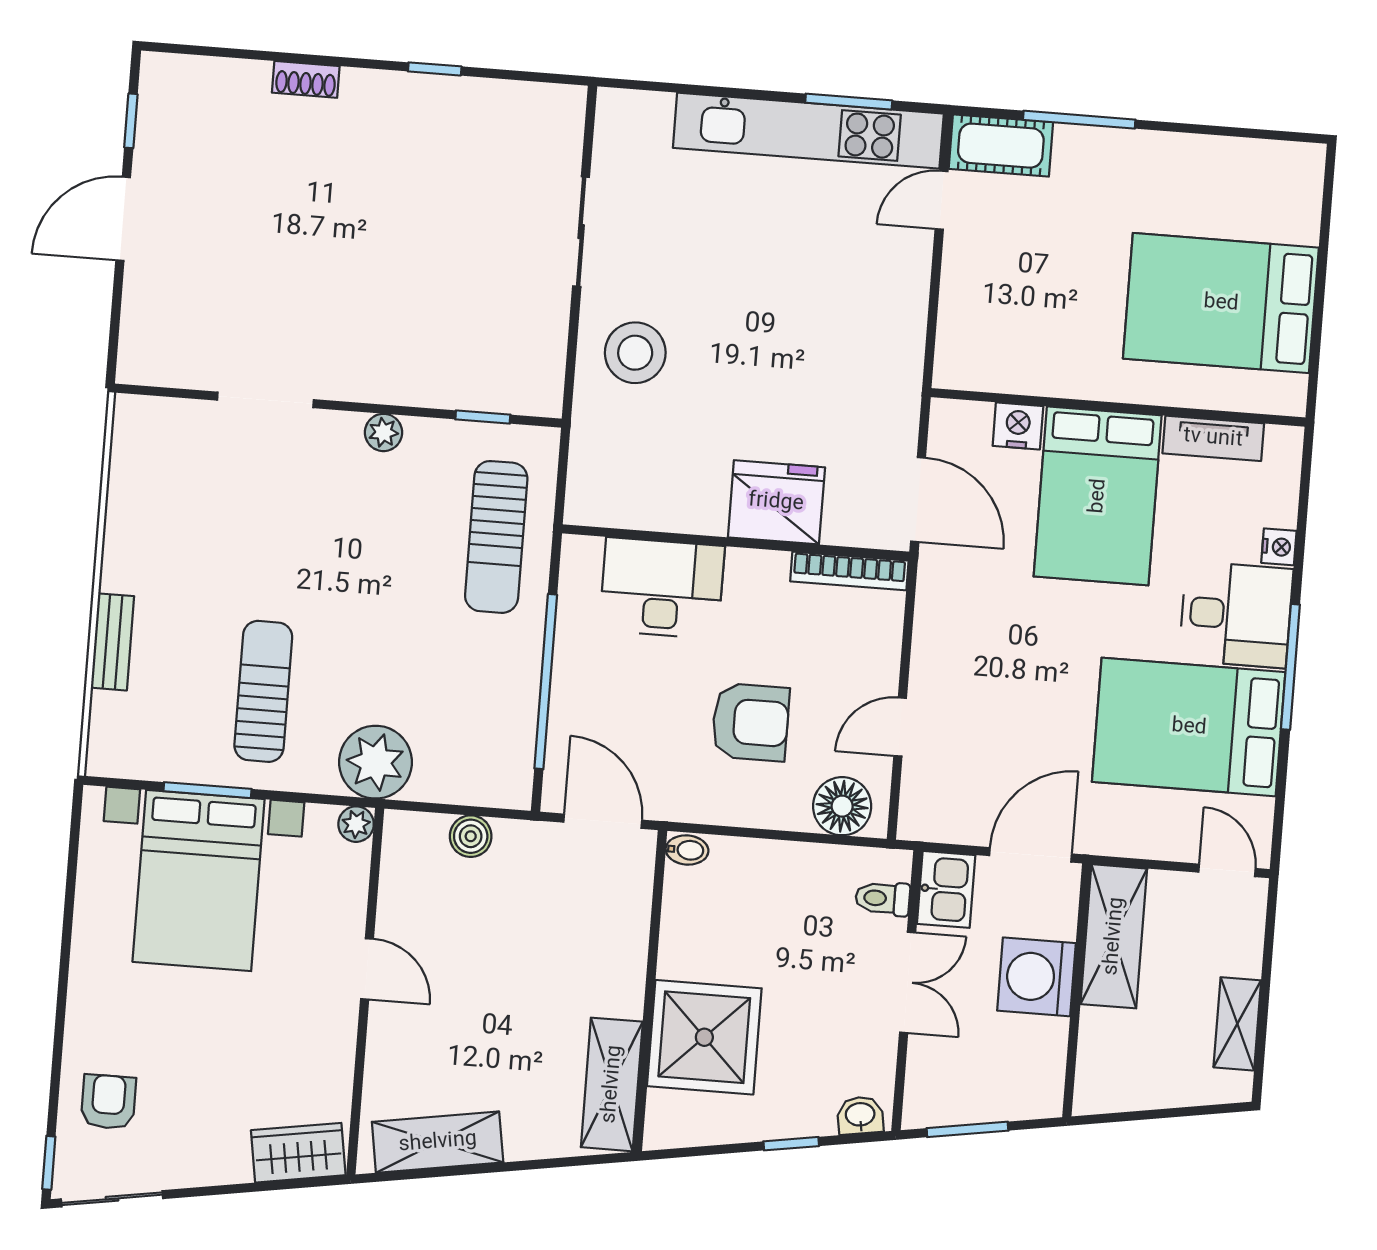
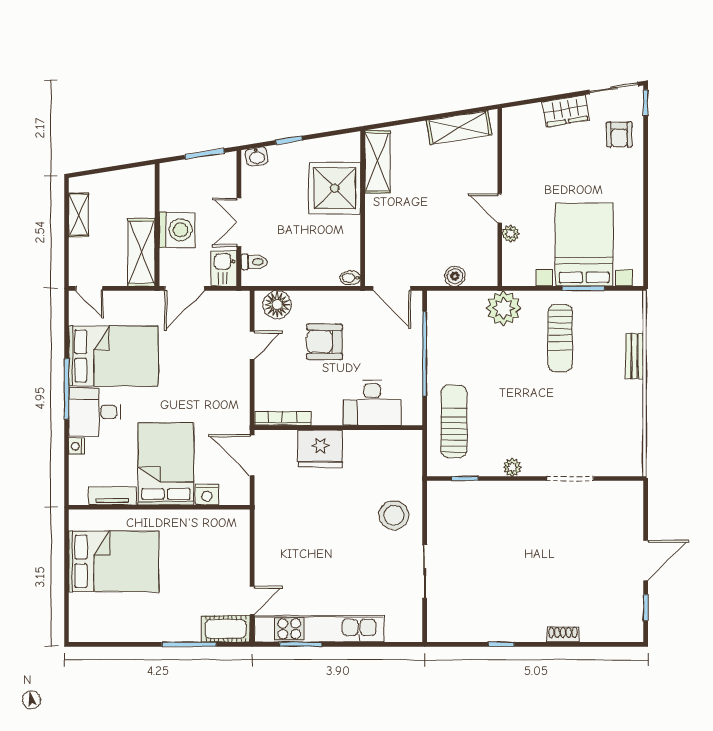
plant: (356, 824) -> (511, 234), moved
wardrobe: (298, 1153) -> (566, 111), moved

